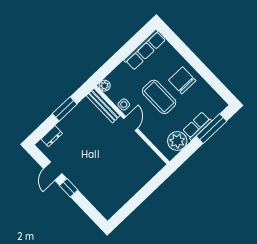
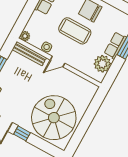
door: (130, 124) -> (58, 62), swing flipped
spiral stairs: (108, 182) -> (54, 118), added

